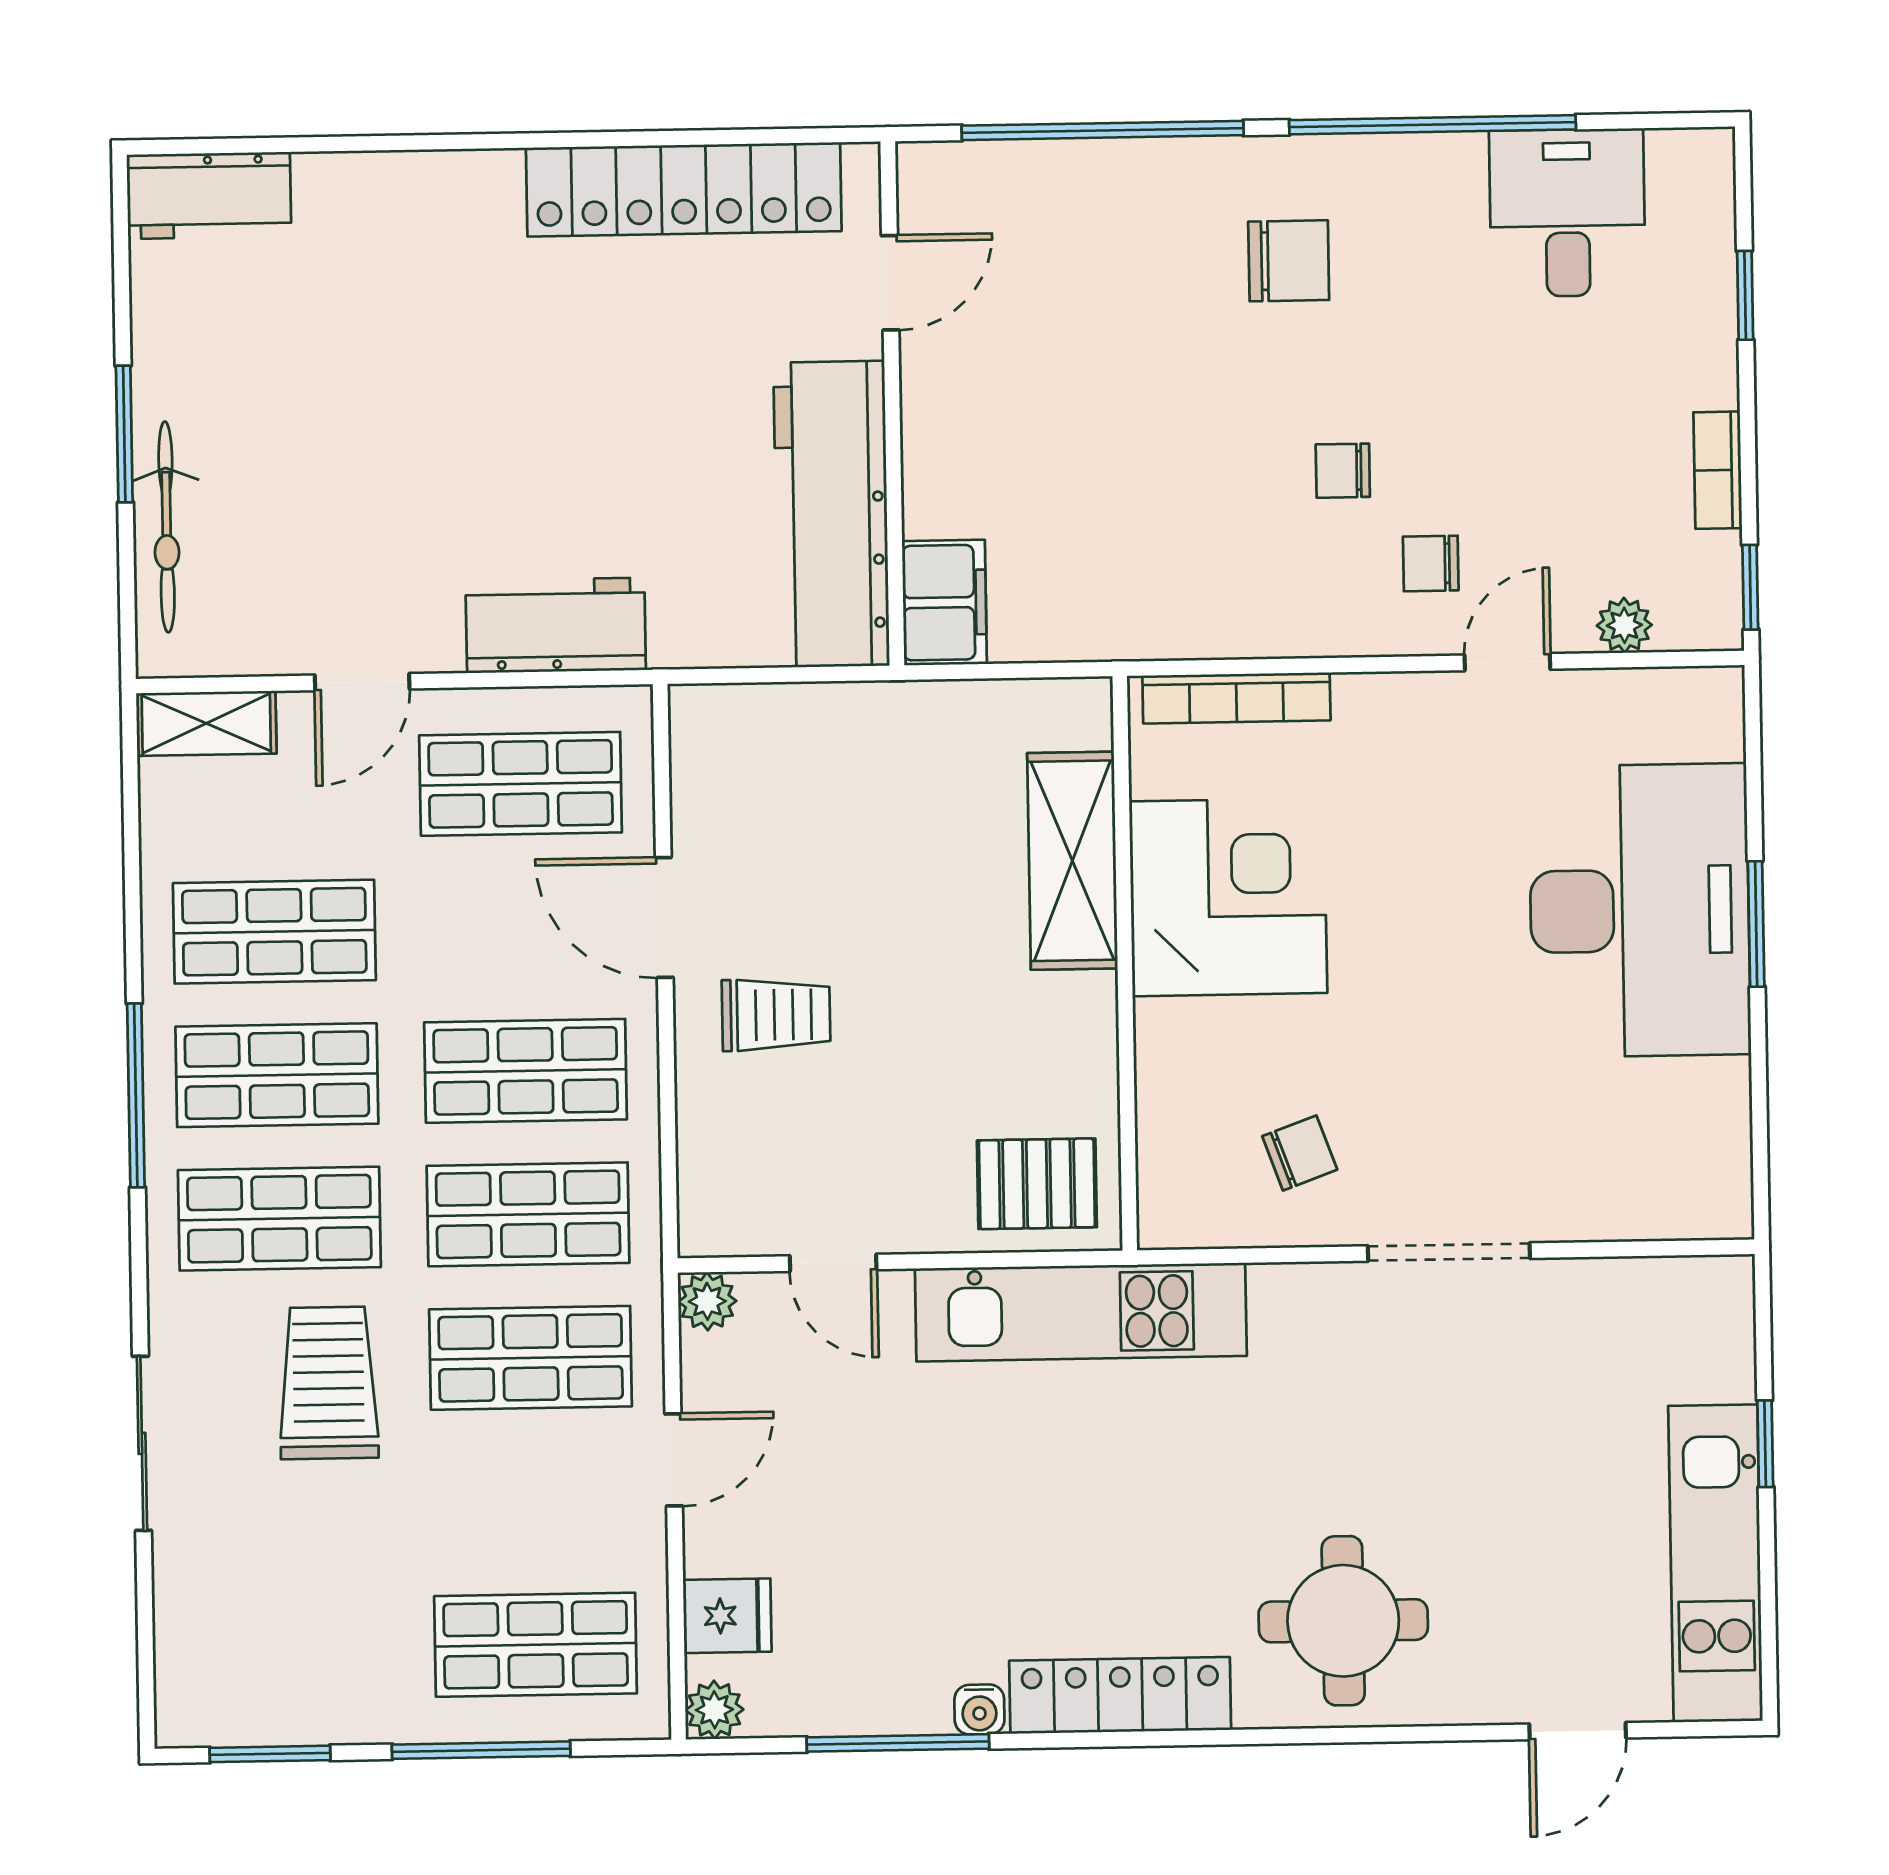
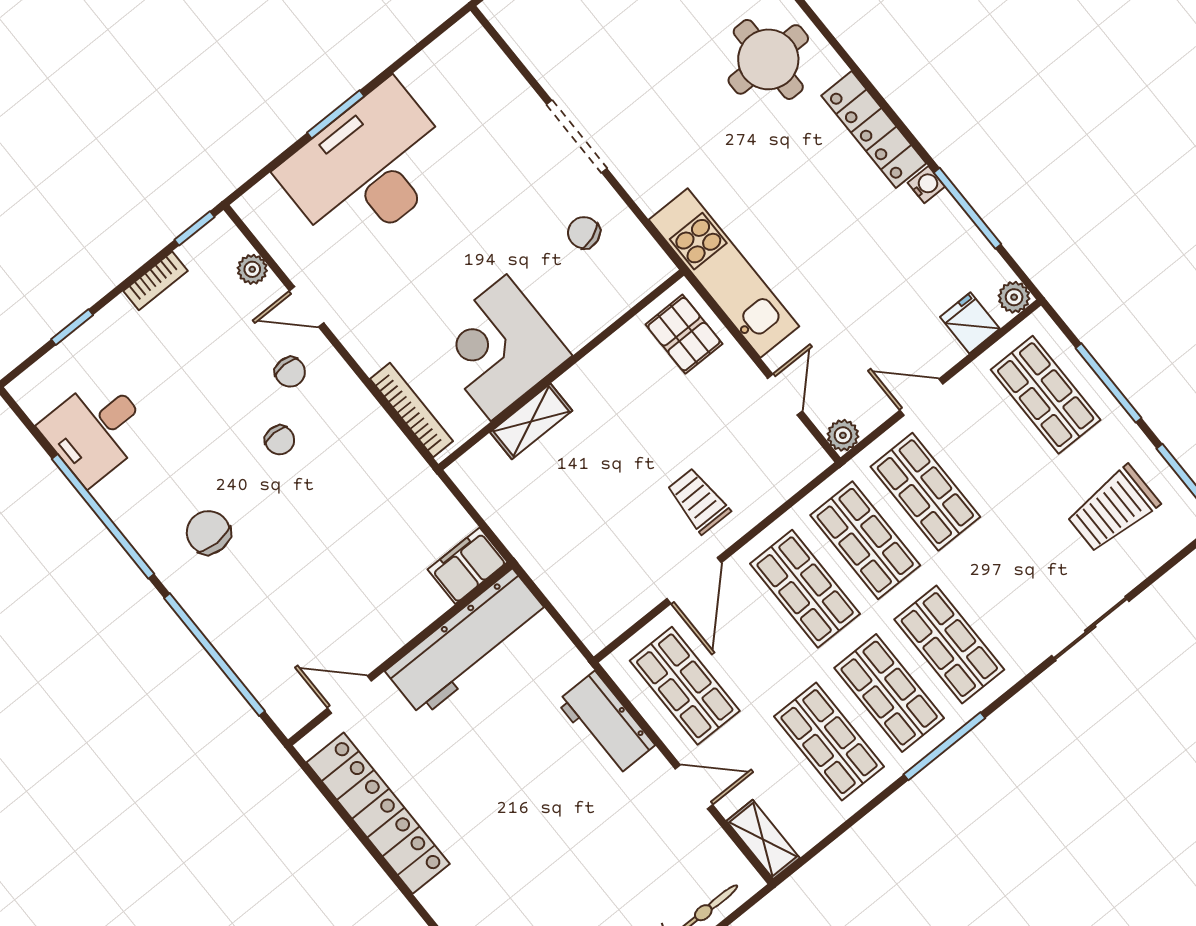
shelving: (1072, 861) -> (531, 421), width x0.67, depth x0.75
trolley: (329, 1383) -> (1113, 509), moved

